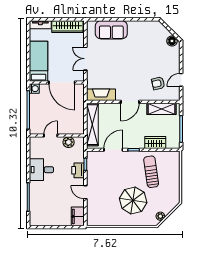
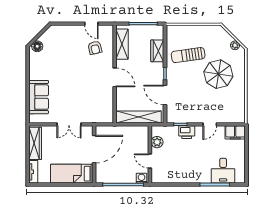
floor lamp: (172, 41) -> (37, 46), moved
washing machine: (34, 89) -> (142, 178), moved
fireplace: (101, 95) -> (107, 108), removed
desk: (41, 170) -> (223, 171), moved

